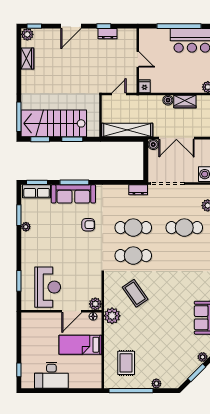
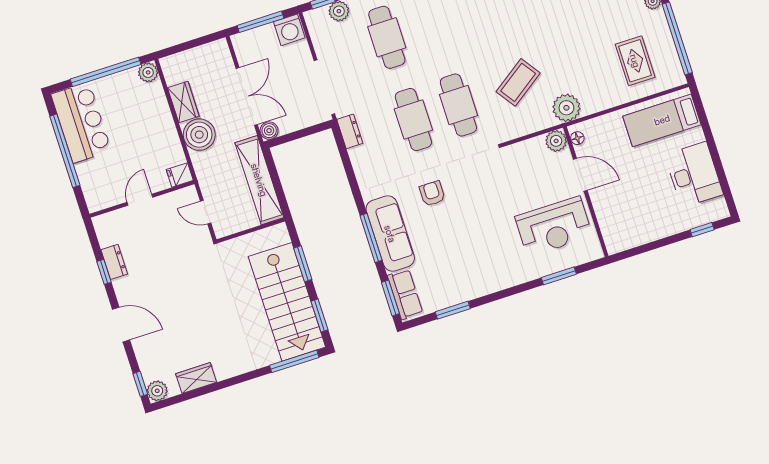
boiler: (168, 100) -> (199, 135), width x1.86, depth x1.86
plant: (26, 227) -> (468, 293), removed
reception desk: (48, 287) -> (554, 227), turned 180
bed: (80, 345) -> (662, 120), moved, turned 90
rug: (126, 363) -> (635, 61), turned 90

